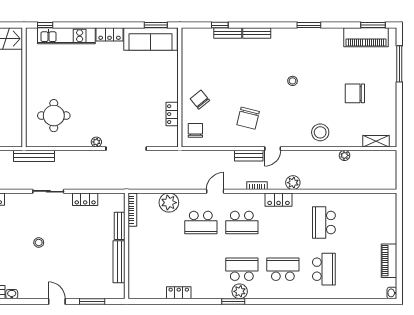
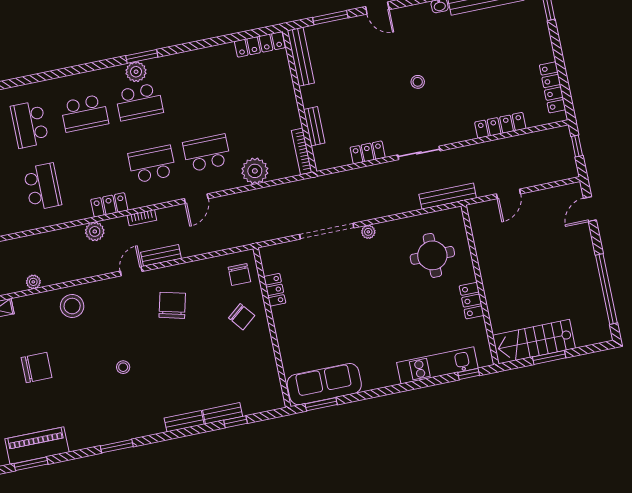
locker: (110, 34) -> (472, 301), moved, turned -90
bench: (119, 262) -> (301, 57), moved
locker: (179, 293) -> (260, 44), moved, width x1.53

